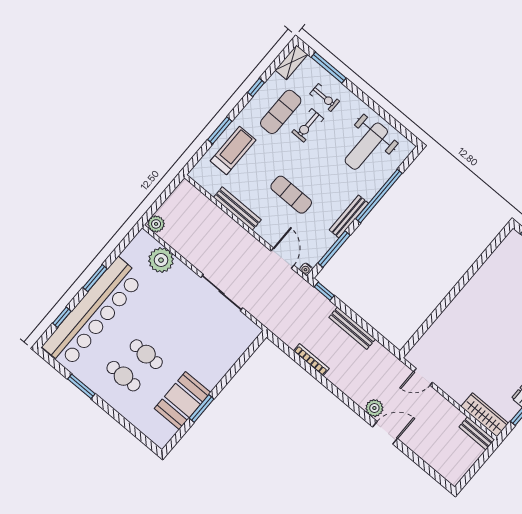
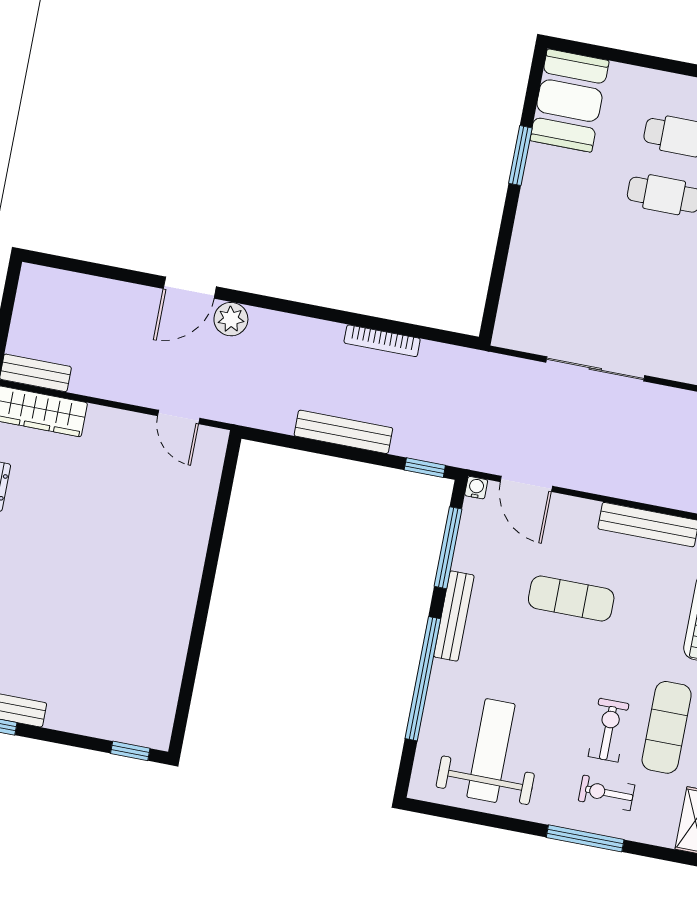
window: (329, 68) -> (585, 838), moved
door: (423, 377) -> (179, 417), swing flipped
booth: (182, 400) -> (569, 101), moved

